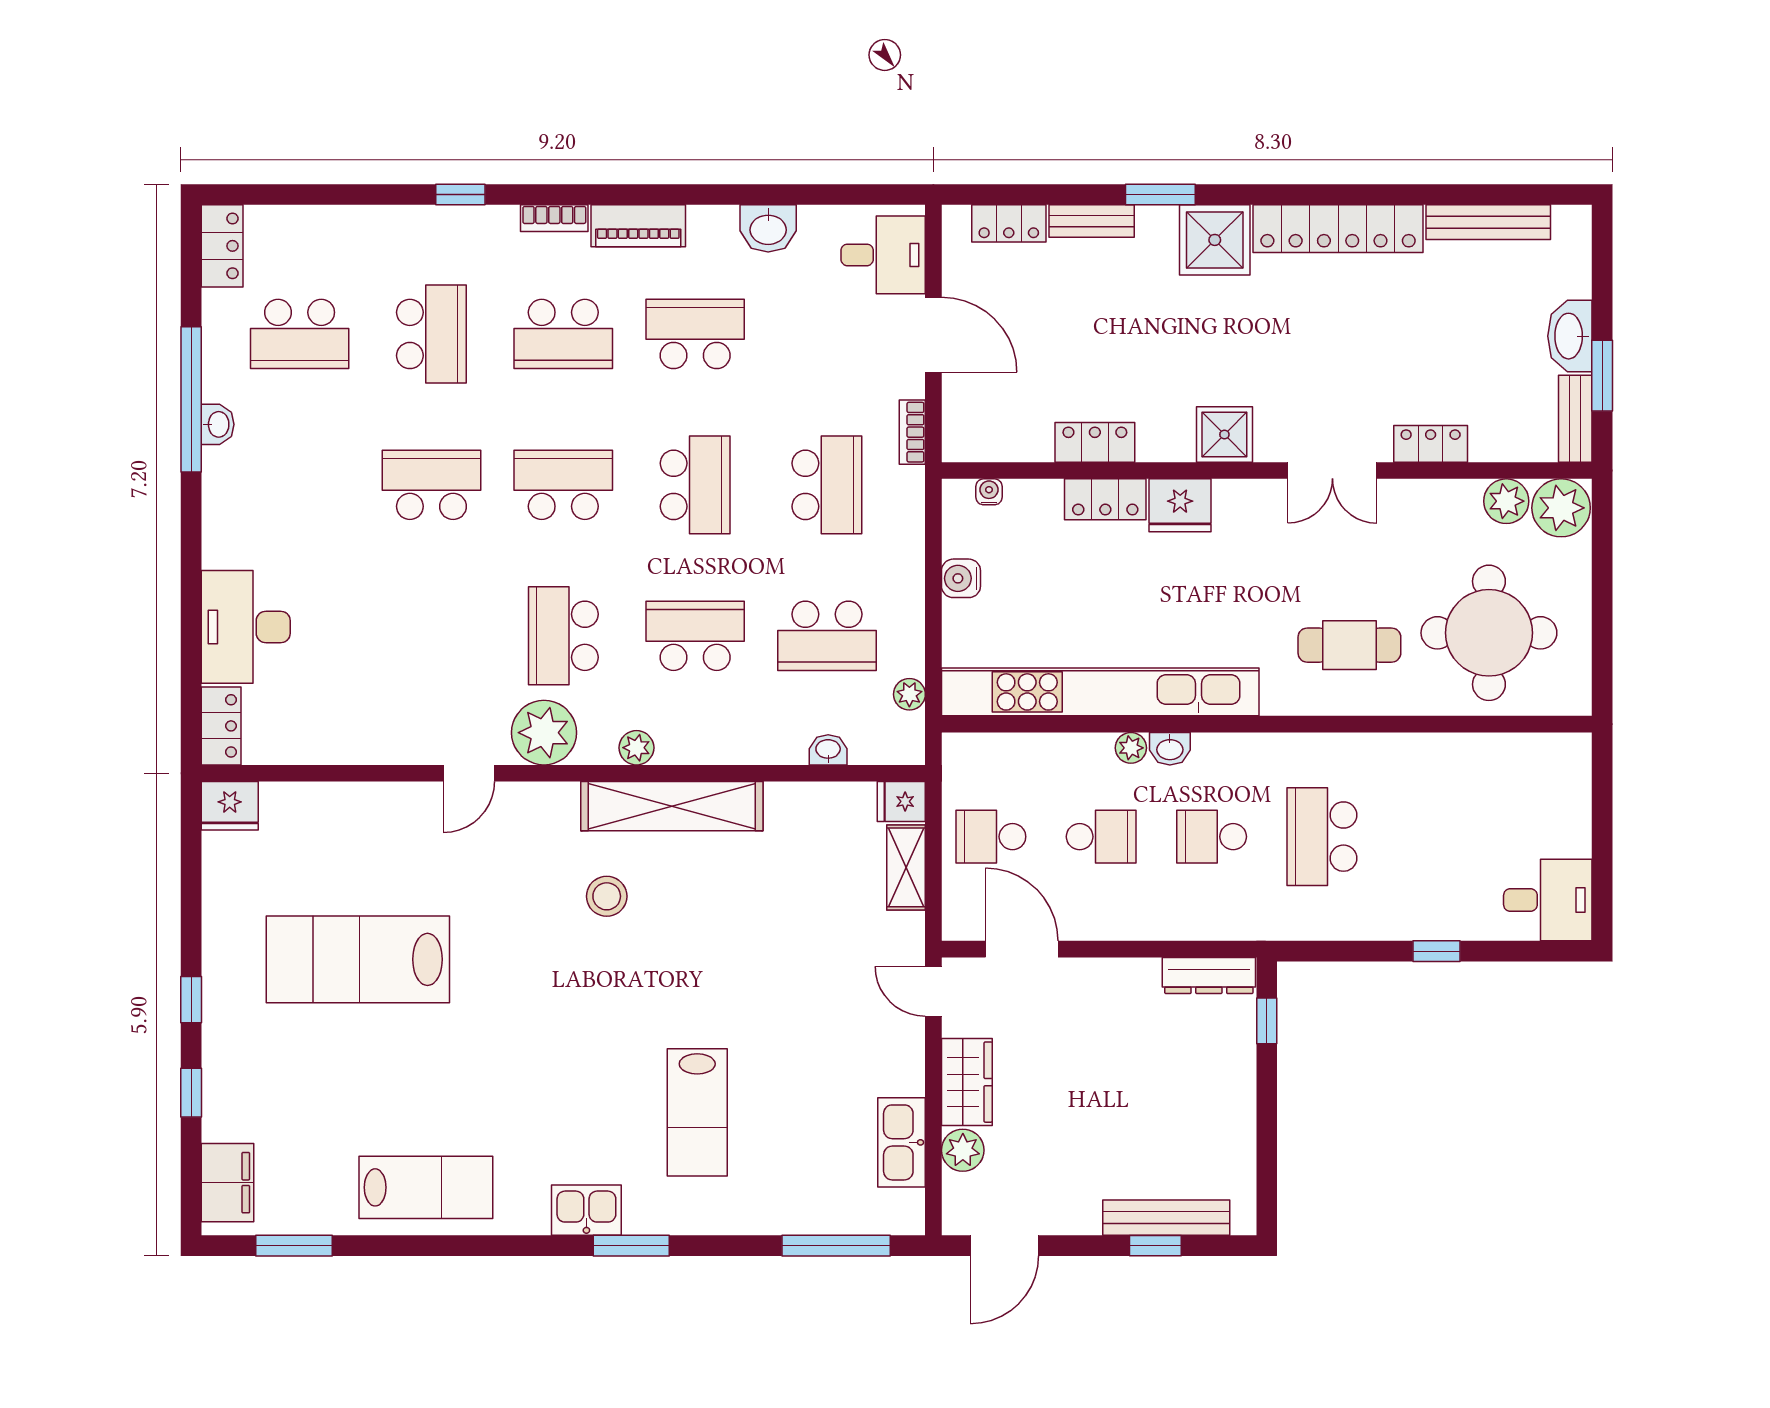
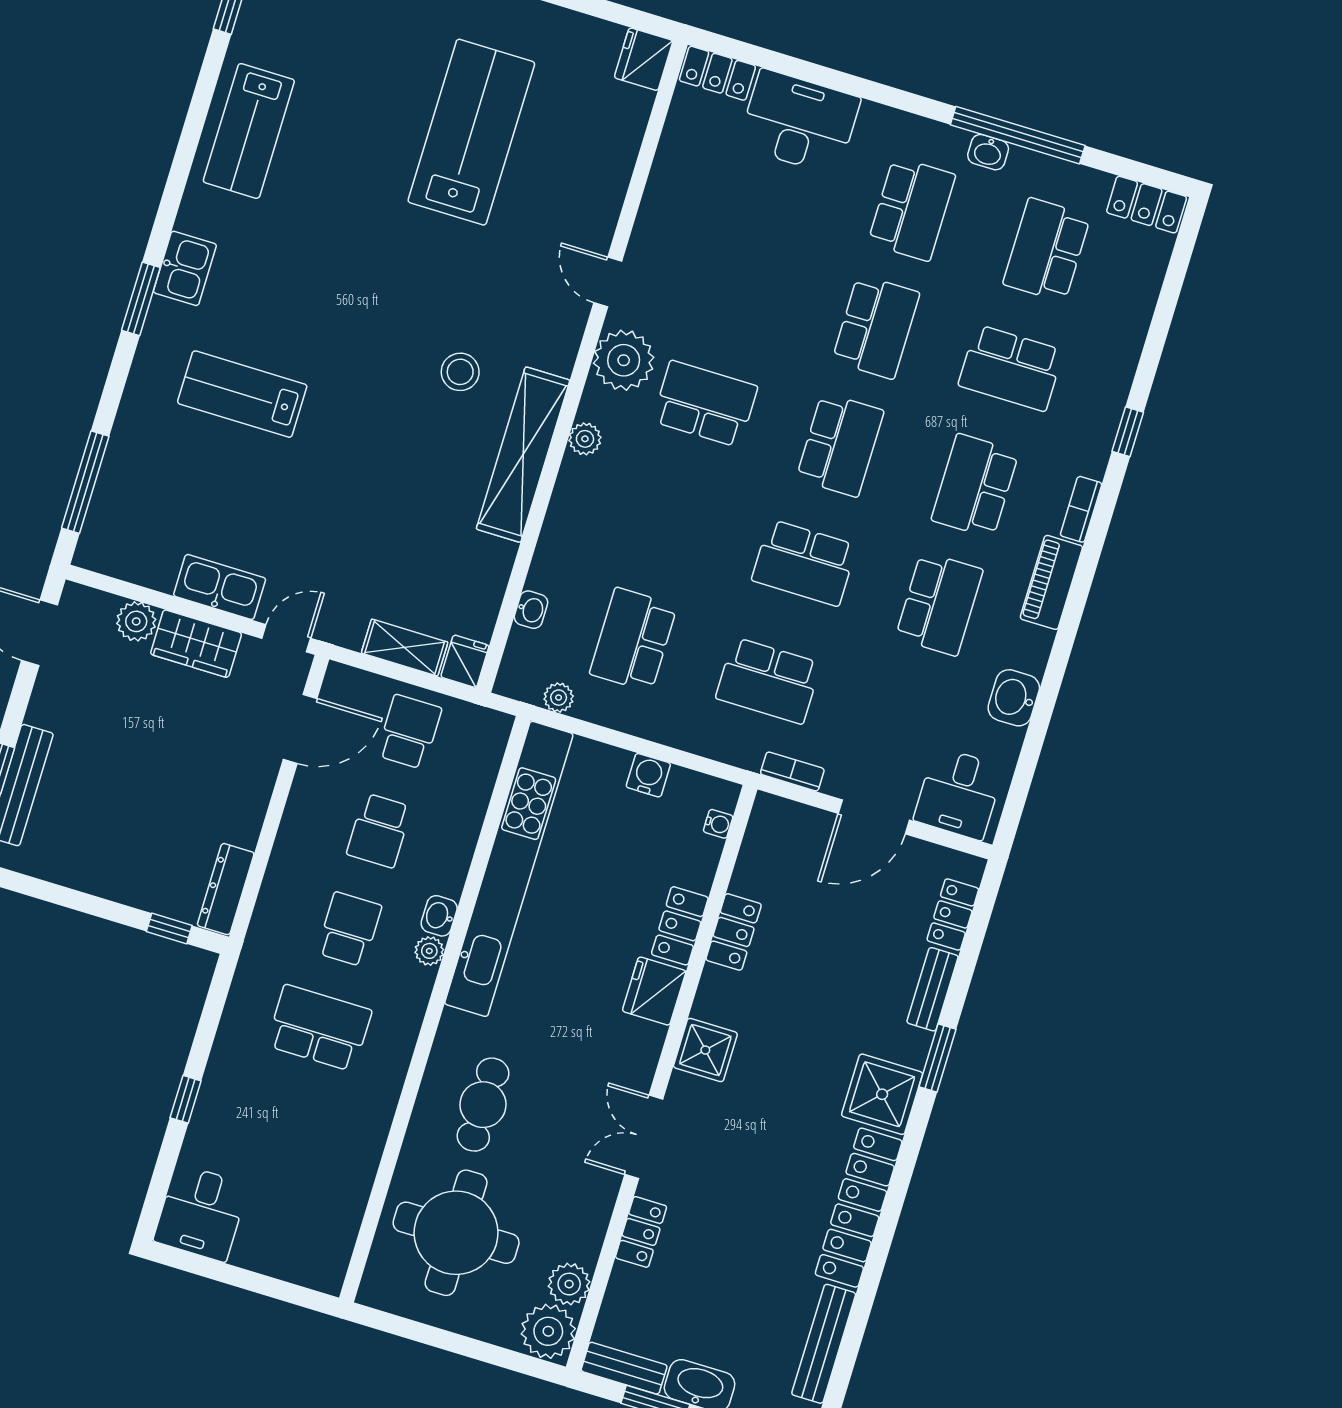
school desk: (695, 636) -> (912, 209), moved
plant: (1131, 748) -> (429, 951), moved
kitchen sink: (902, 1142) -> (220, 587), moved

